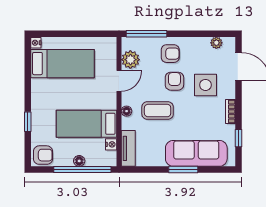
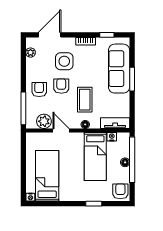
armchair: (174, 81) -> (61, 86), turned 90

